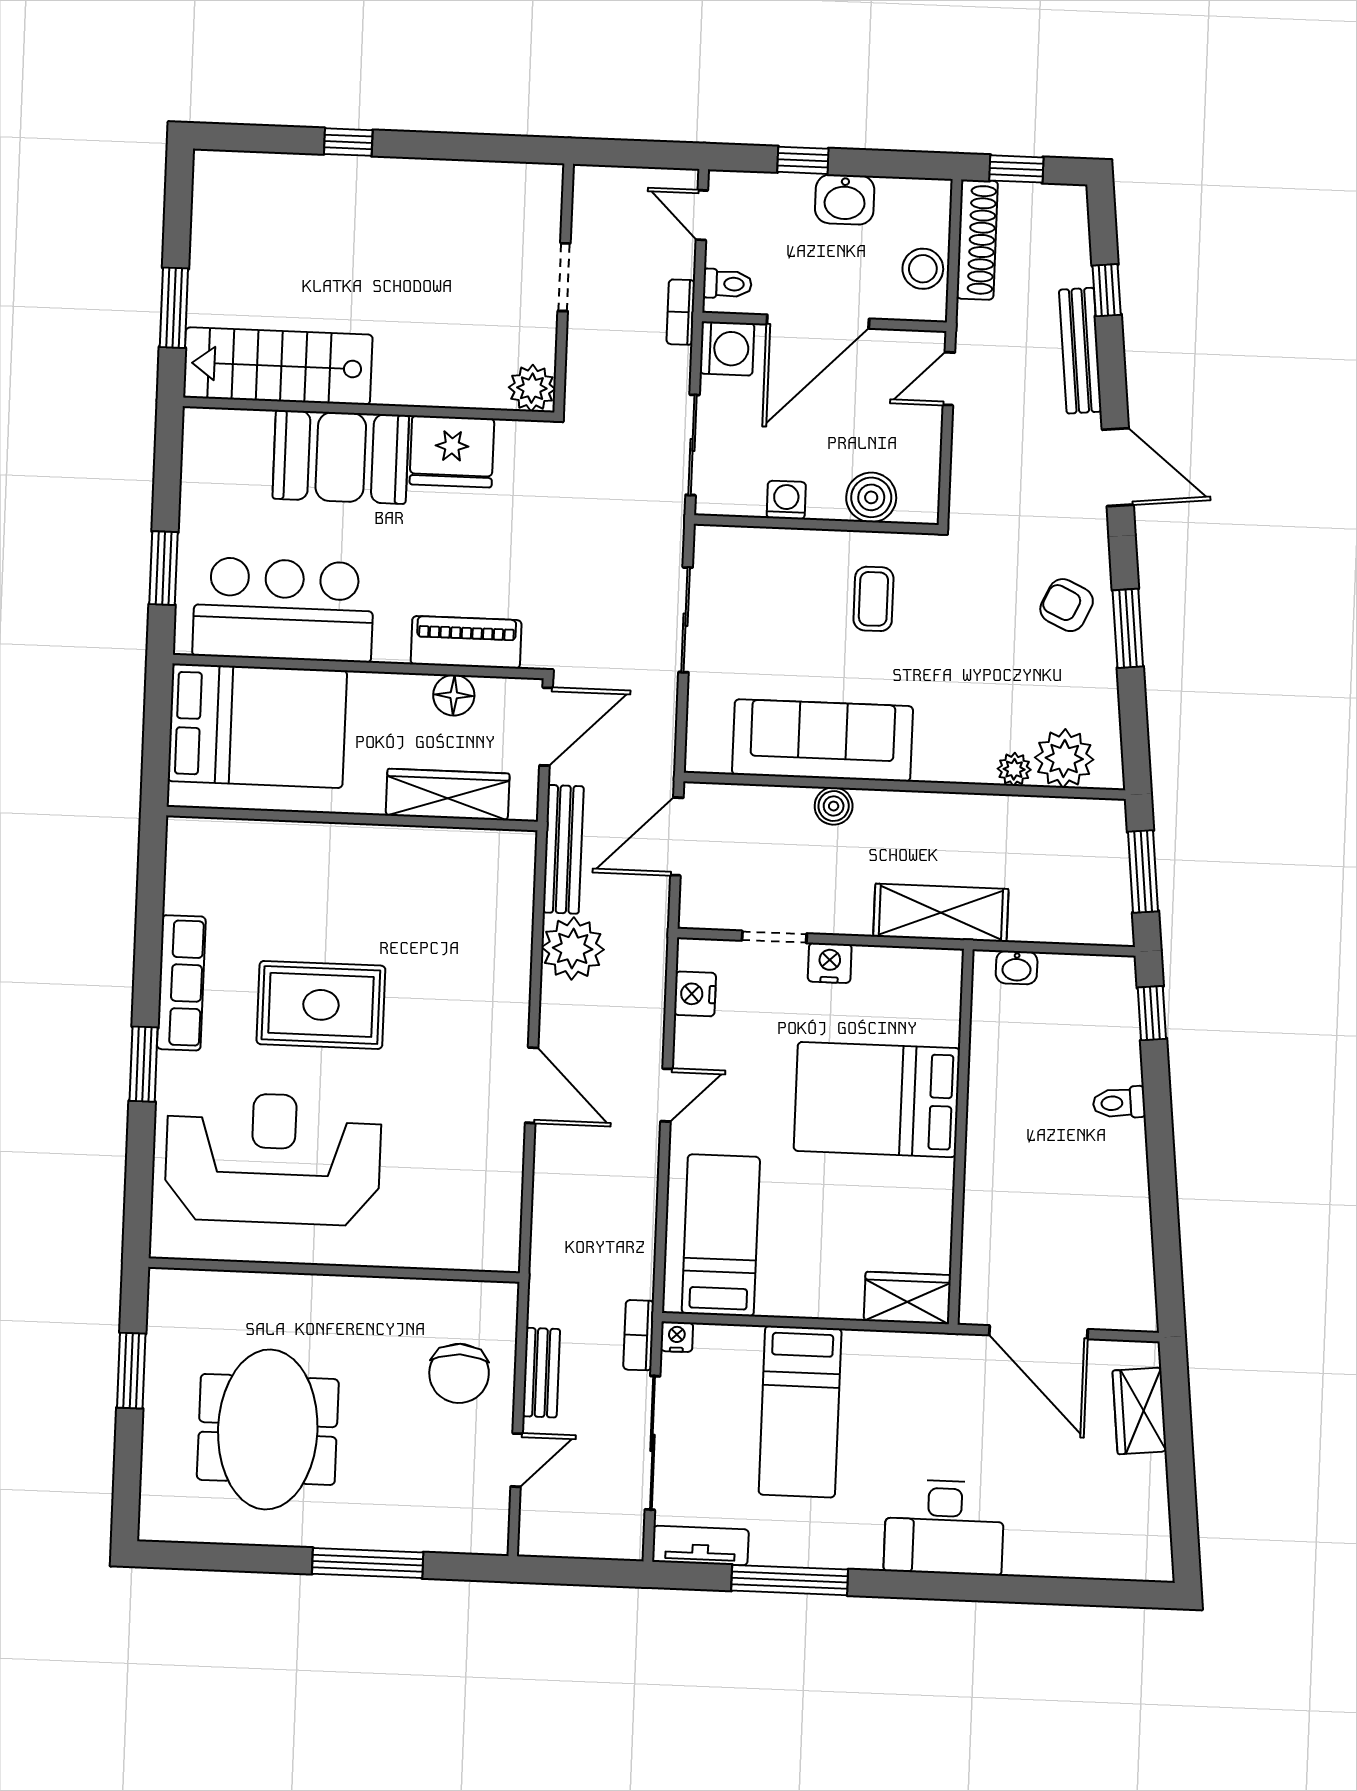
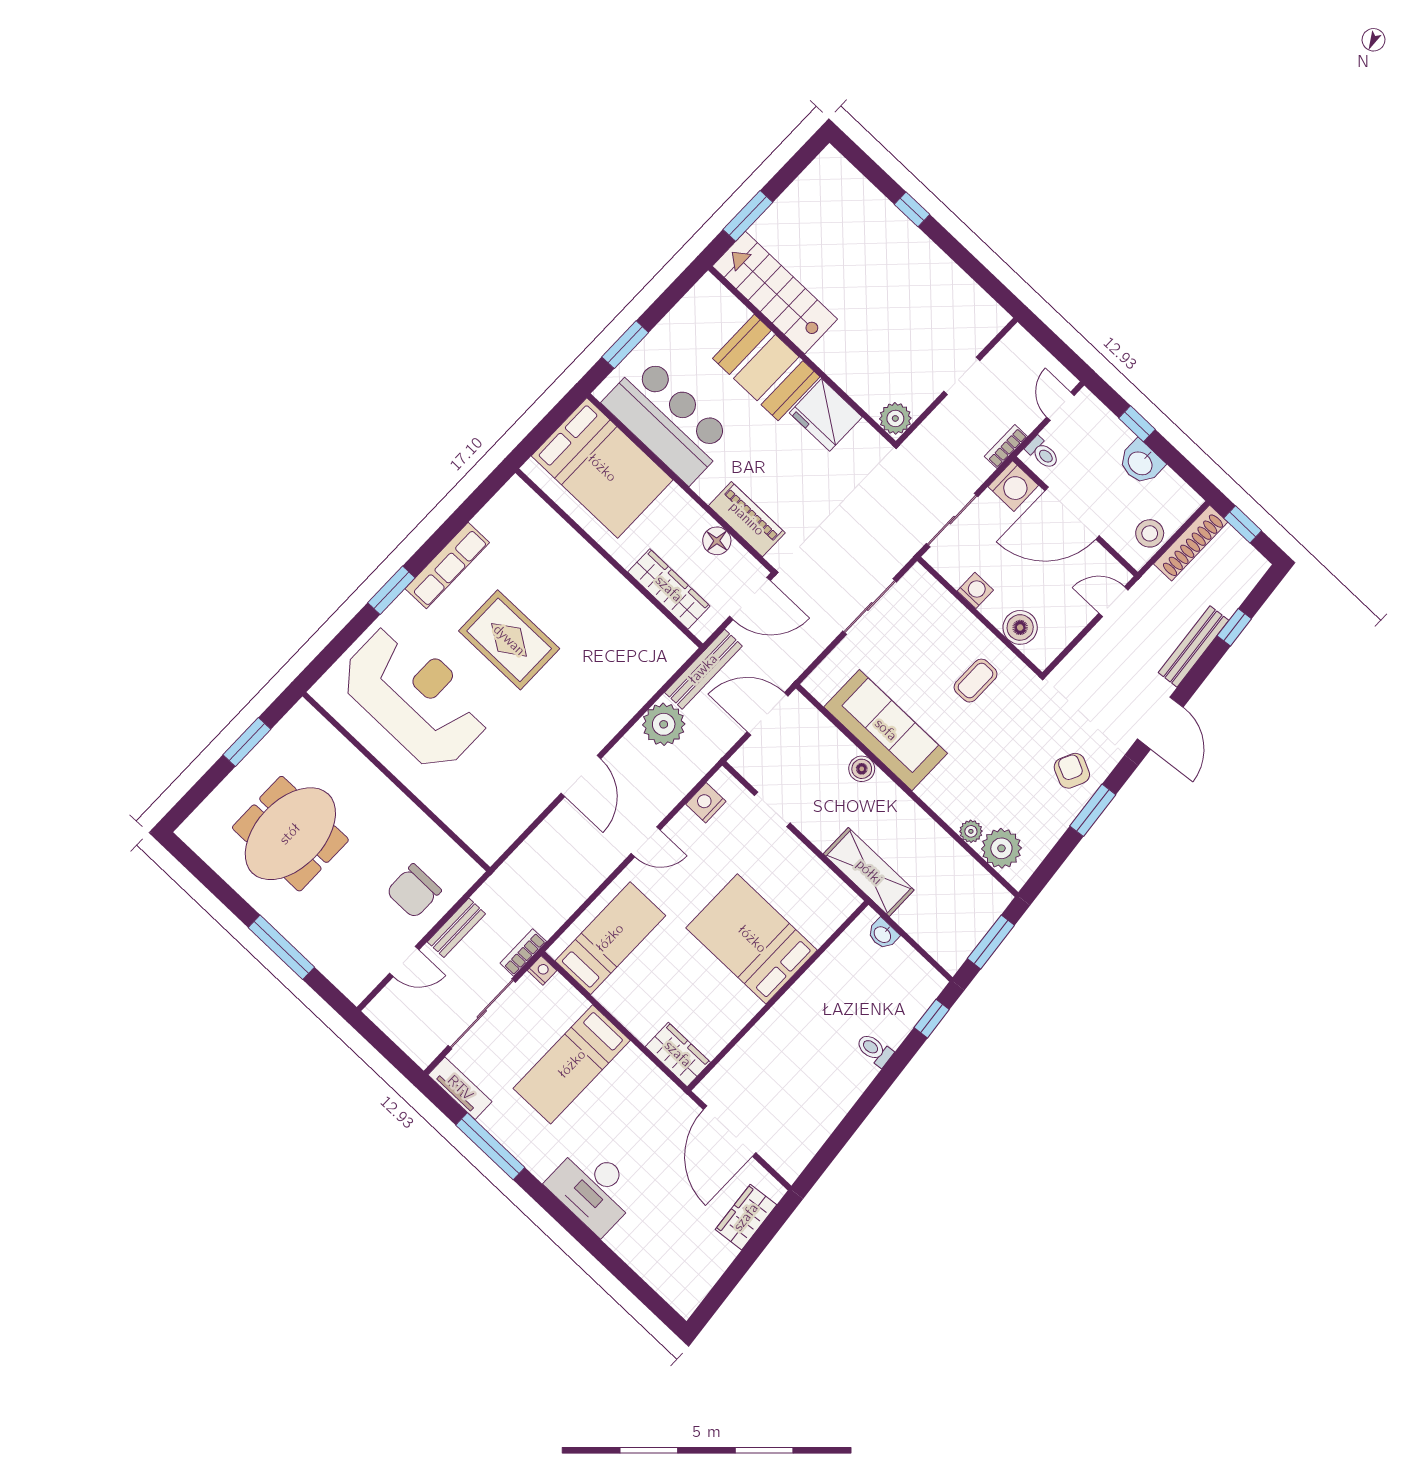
nightstand: (830, 963) -> (789, 848), removed

